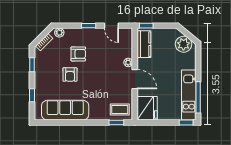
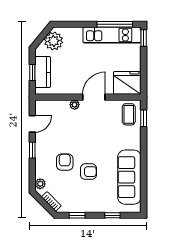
window: (146, 26) -> (32, 72), moved
kitchen counter: (144, 44) -> (43, 72), moved, turned 90

